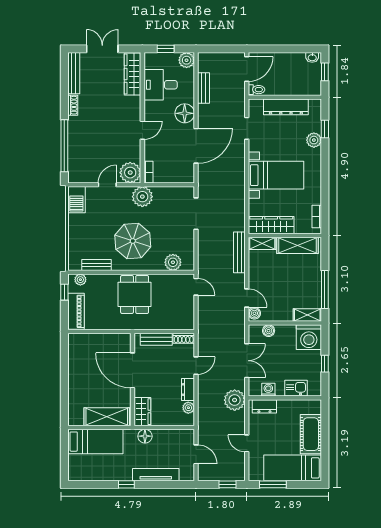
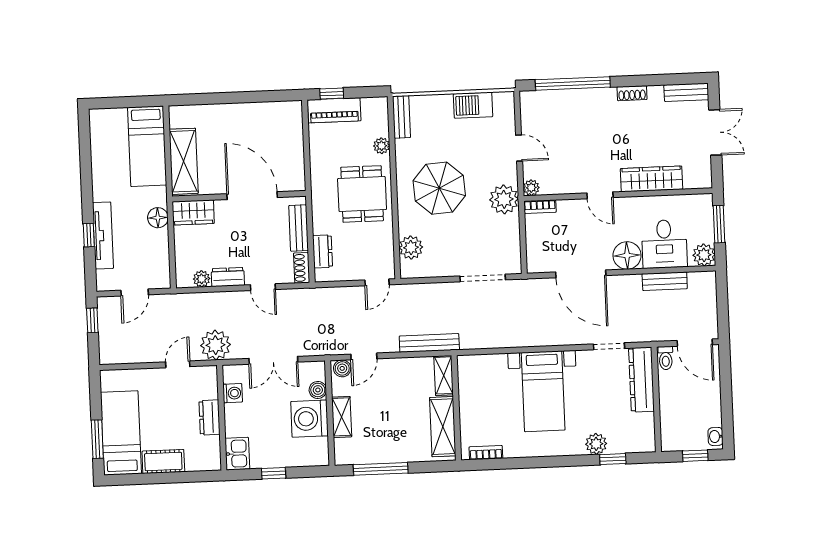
window: (166, 49) -> (719, 224), width x1.50
bench: (74, 73) -> (686, 92), width x0.73
wardrobe: (133, 74) -> (652, 179), moved
desk: (161, 85) -> (664, 244), moved, turned 180
dresser: (286, 107) -> (642, 380), moved
plant: (130, 173) -> (531, 188), width x0.53, depth x0.53
barbecue: (76, 200) -> (473, 105), moved
wardrobe: (271, 225) -> (471, 387), removed
bench: (97, 265) -> (402, 117), moved
plant: (80, 280) -> (382, 146), moved
window: (64, 292) -> (332, 94), moved
dining table: (135, 294) -> (362, 194), turned 90
shelving: (307, 315) -> (342, 417), moved
dresser: (173, 323) -> (322, 251), added
washing machine: (309, 337) -> (310, 419), moved
door: (132, 370) -> (252, 196), hinge flipped
kitchen sink: (296, 388) -> (237, 454), moved
dresser: (264, 406) -> (209, 417), moved
cot: (311, 434) -> (163, 461), width x0.73, depth x0.75
door: (247, 443) -> (178, 364), moved
window: (126, 484) -> (89, 235), moved
window: (228, 484) -> (92, 320), moved
window: (273, 484) -> (97, 439), moved

